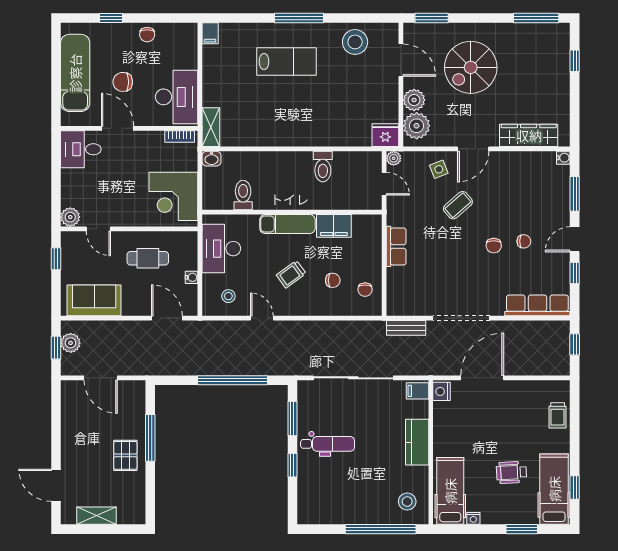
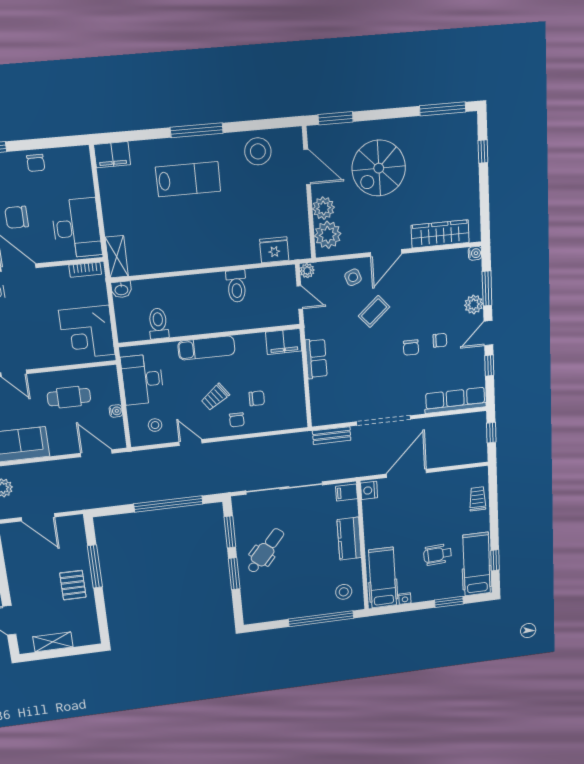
filing cabinet: (210, 33) -> (112, 155), width x2.00
fridge: (385, 135) -> (274, 250), moved
plant: (560, 209) -> (474, 304), added
filing cabinet: (334, 226) -> (284, 342), moved
chair: (365, 290) -> (237, 420), moved
trolley: (558, 415) -> (478, 499), turned 180
dental chair: (328, 444) -> (266, 551), turned -50
window: (292, 465) -> (234, 574), width x1.50

